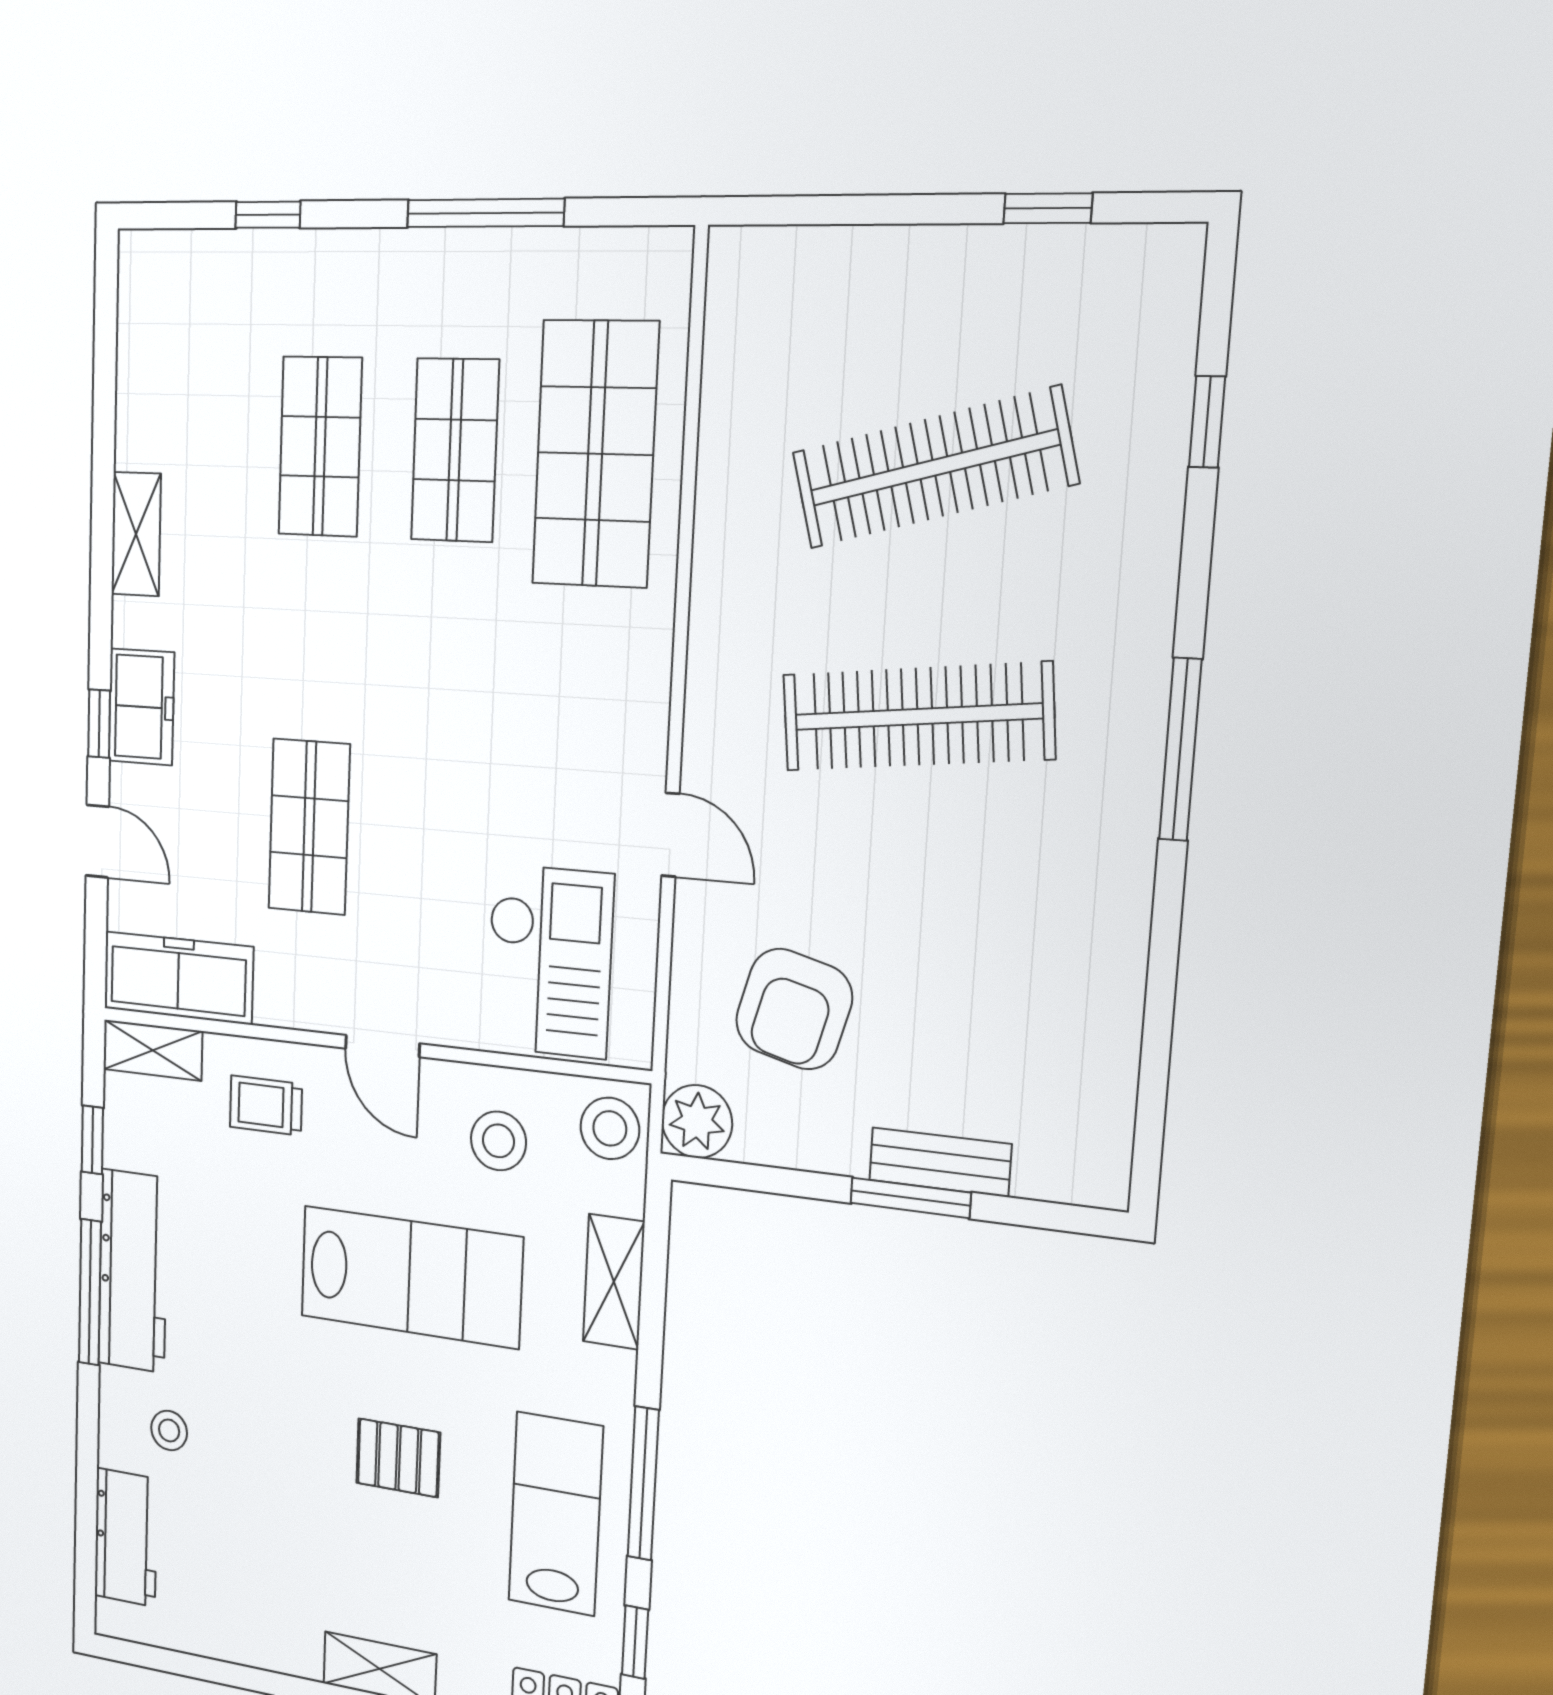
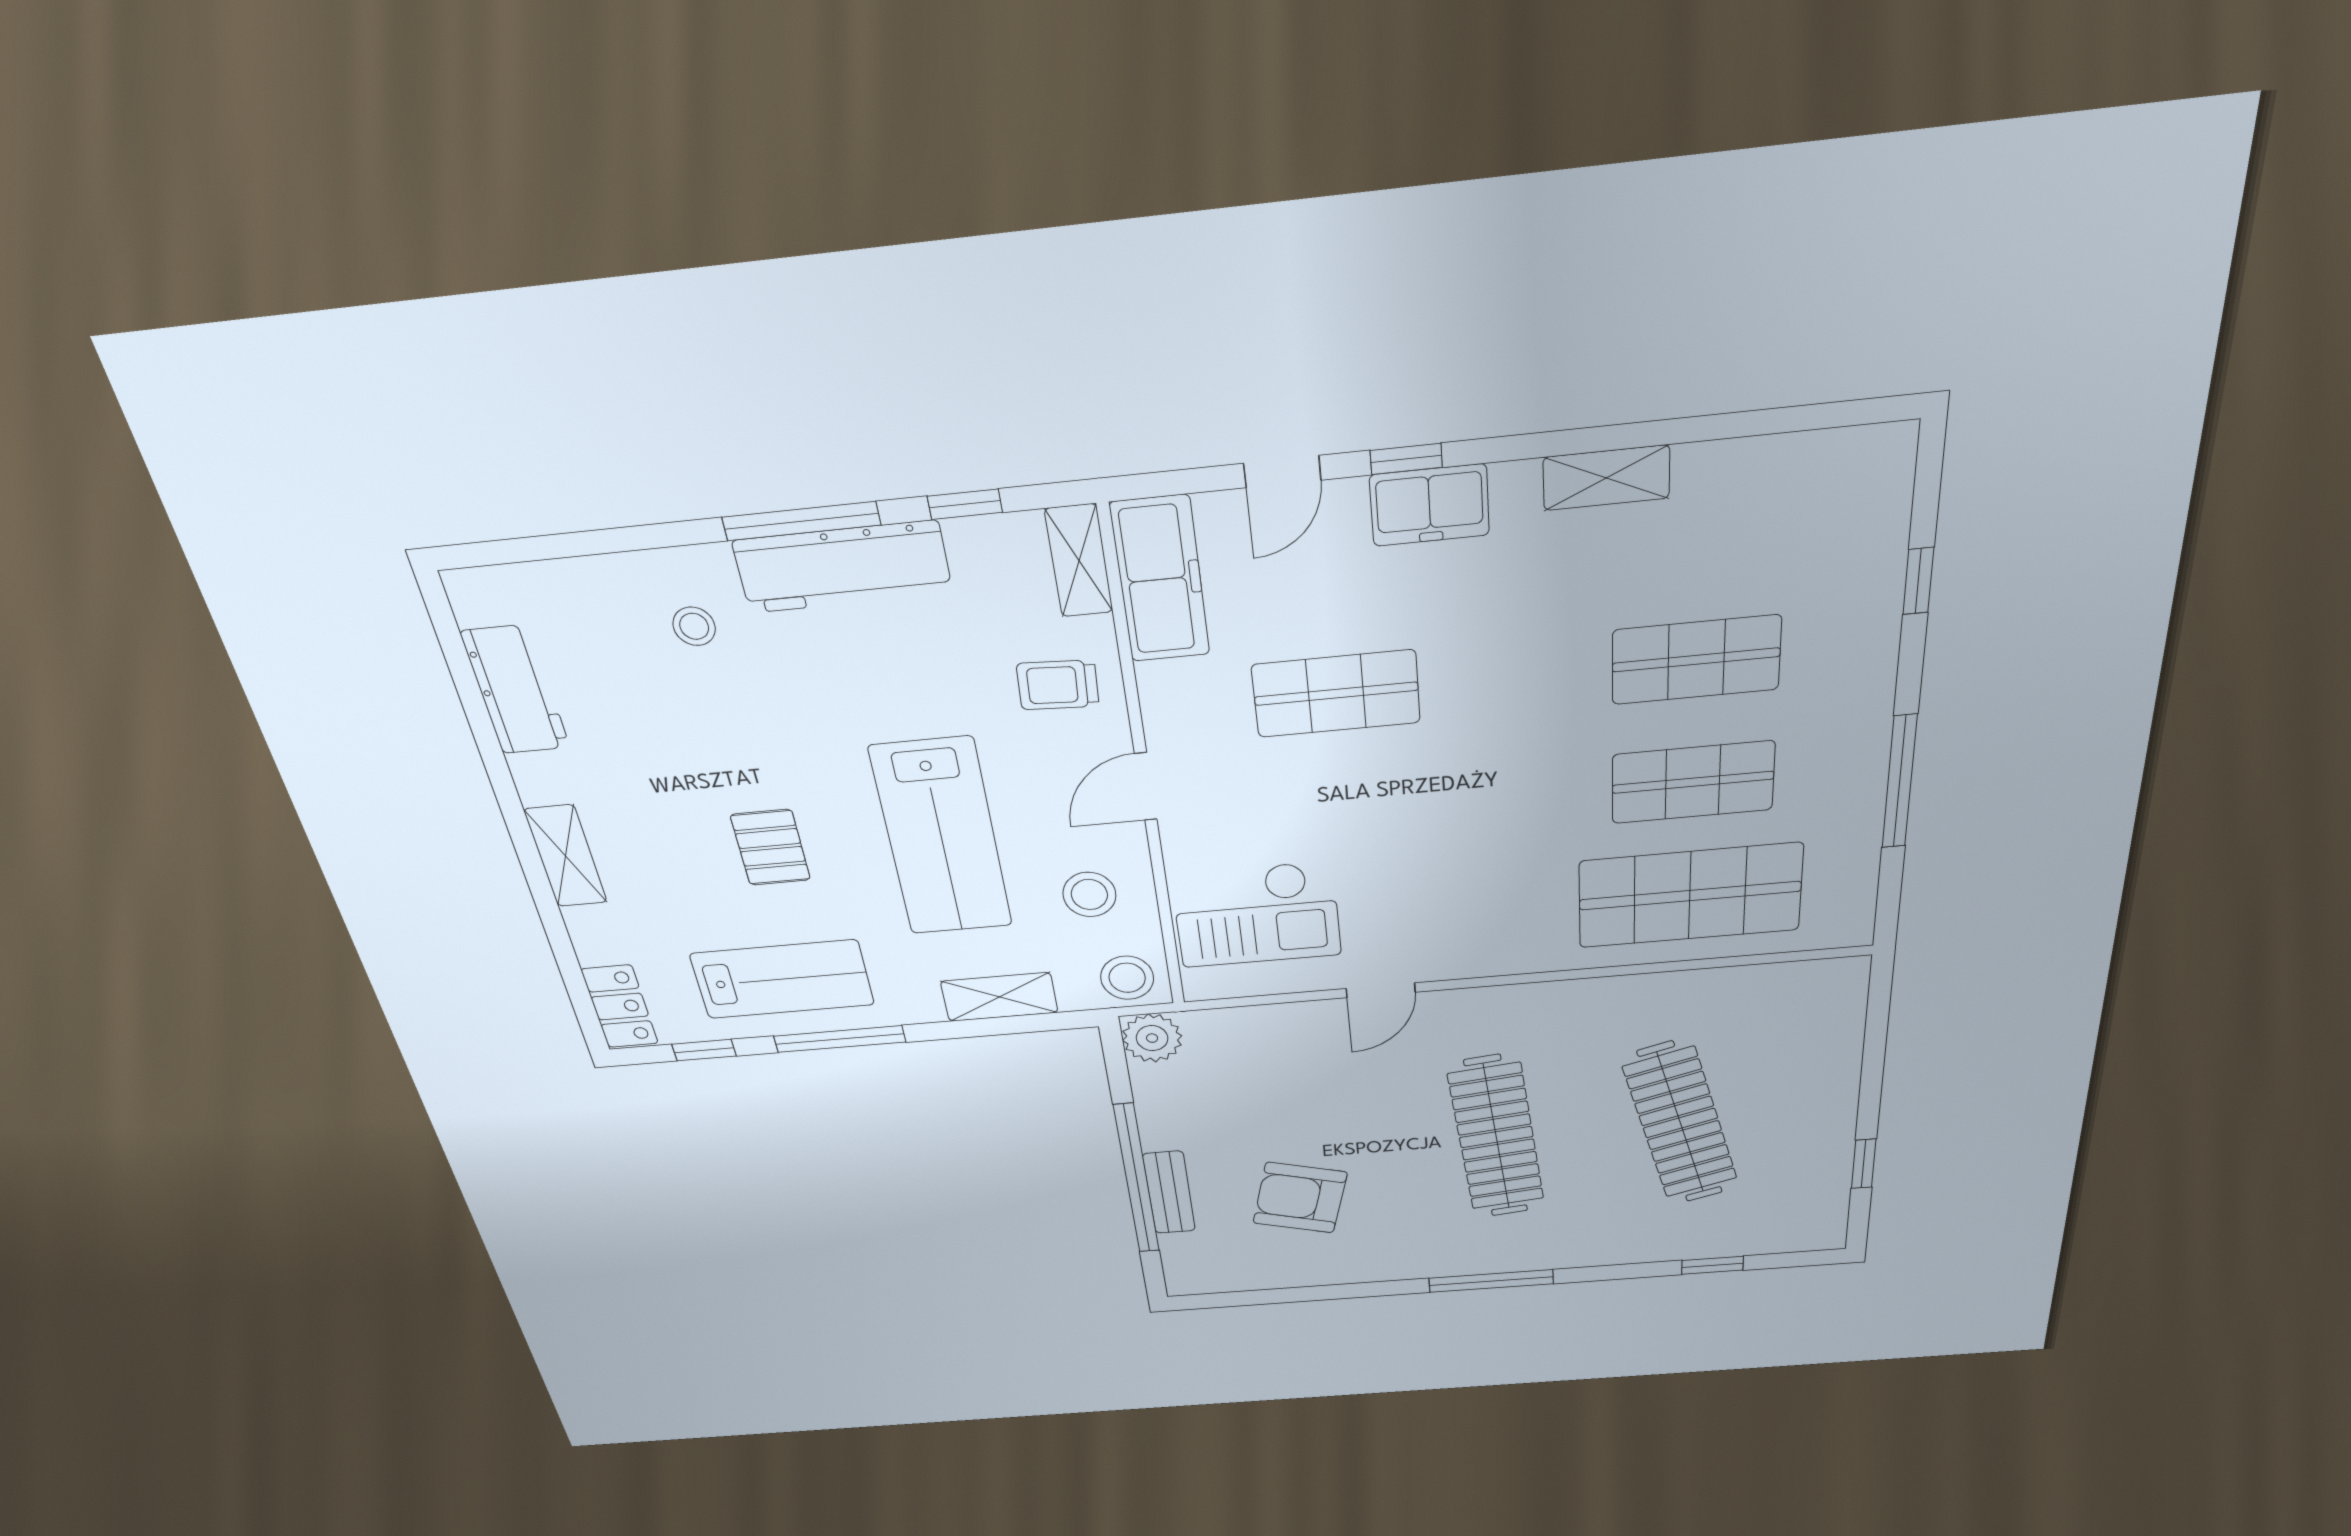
armchair: (794, 1009) -> (1300, 1198), moved
trolley: (266, 1105) -> (1058, 685), turned -87
window: (910, 1198) -> (1137, 1179), width x2.11
workbench: (126, 1537) -> (516, 690), moved, turned -90

